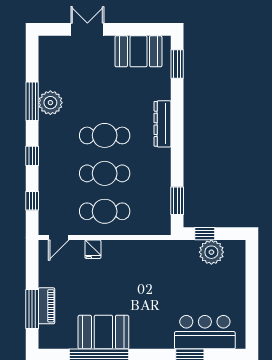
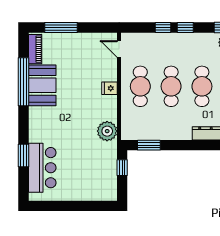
window: (32, 201) -> (163, 27), moved
fridge: (93, 249) -> (109, 88), moved
plant: (211, 252) -> (107, 131), moved
piano: (46, 306) -> (35, 49), moved, turned -90

